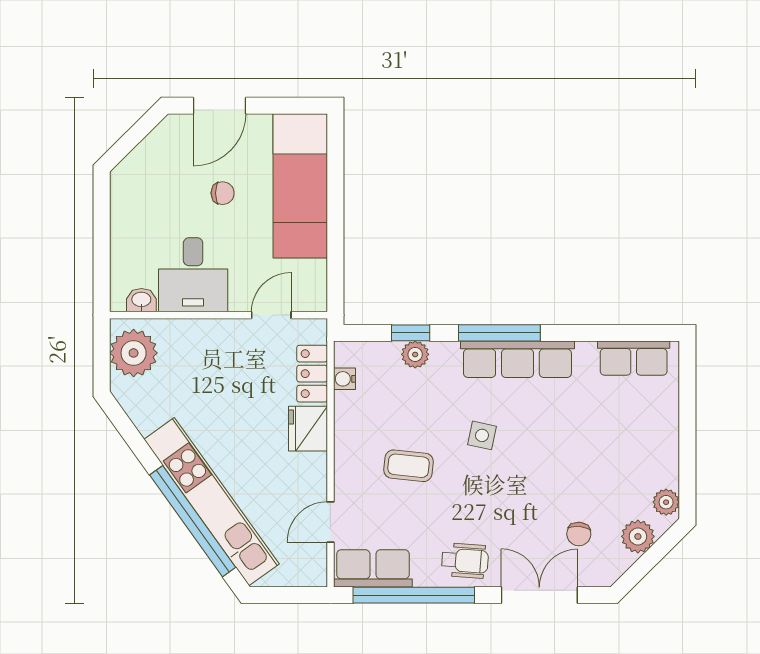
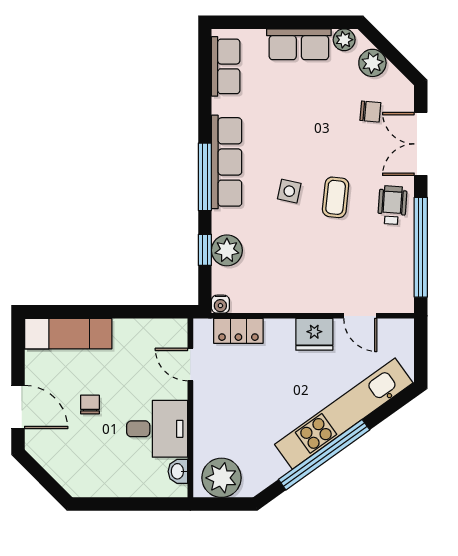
exam couch: (300, 186) -> (68, 334), width x0.73, depth x0.69
plant: (415, 354) -> (227, 250), width x1.38, depth x1.38
water cooler: (345, 379) -> (220, 304), moved
fridge: (308, 429) -> (314, 334), moved
coffee table: (409, 466) -> (336, 197), moved
window: (193, 521) -> (324, 455), moved
row of seats: (373, 568) -> (299, 44), moved, turned -90

